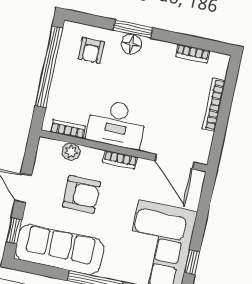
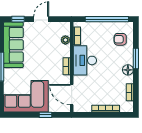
floor lamp: (131, 44) -> (128, 70), moved
door: (174, 162) -> (72, 95), hinge flipped
armchair: (81, 194) -> (44, 50), removed
window: (192, 262) -> (45, 115), moved

